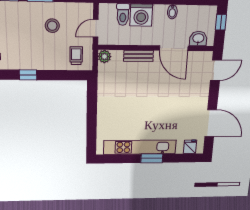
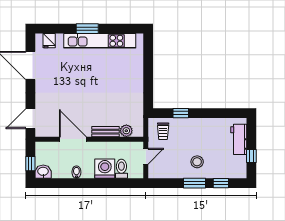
stool: (52, 26) -> (197, 162), moved
washbasin: (198, 39) -> (43, 172), moved, turned 180
plant: (104, 57) -> (126, 131), moved
window: (28, 75) -> (181, 113), moved

